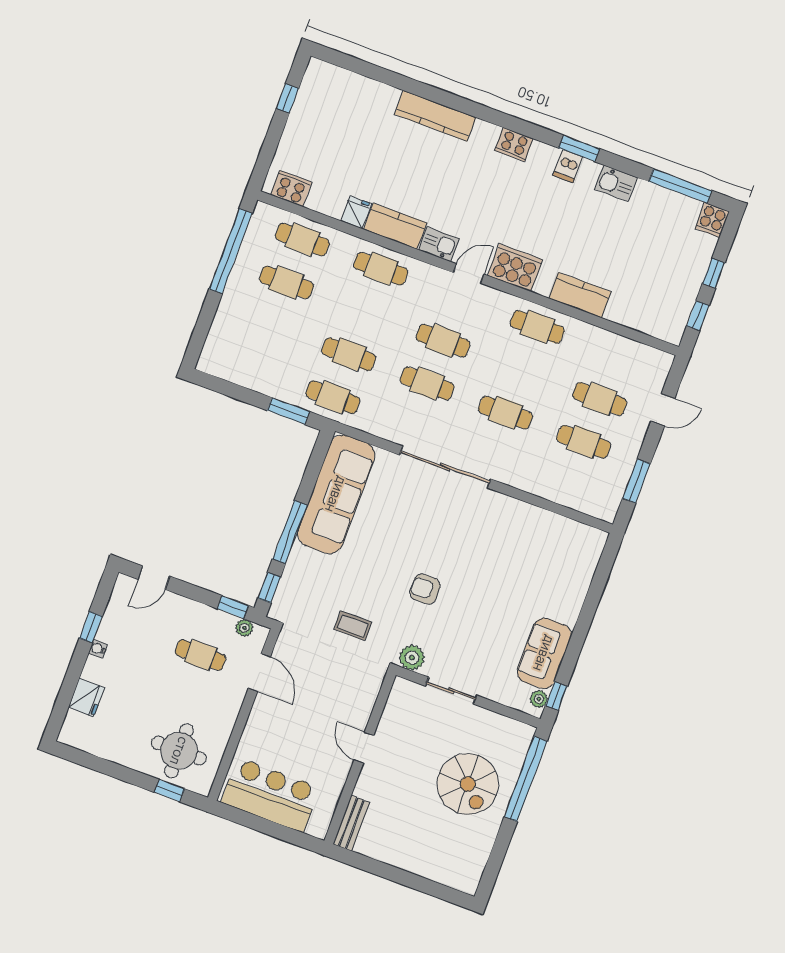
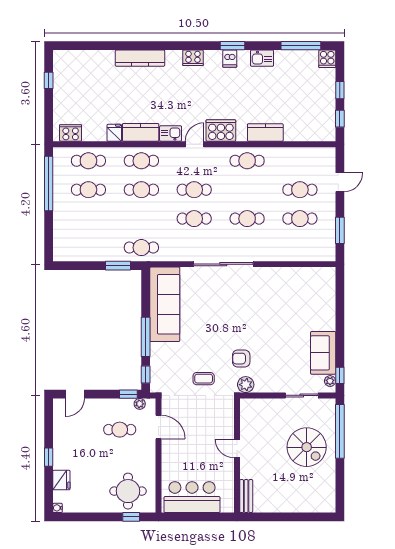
cafe table: (349, 354) -> (141, 190), moved
armchair: (425, 589) -> (241, 359), moved
window: (91, 627) -> (49, 457), moved
water cooler: (98, 649) -> (58, 508), moved
sliding door: (451, 691) -> (302, 395), moved

